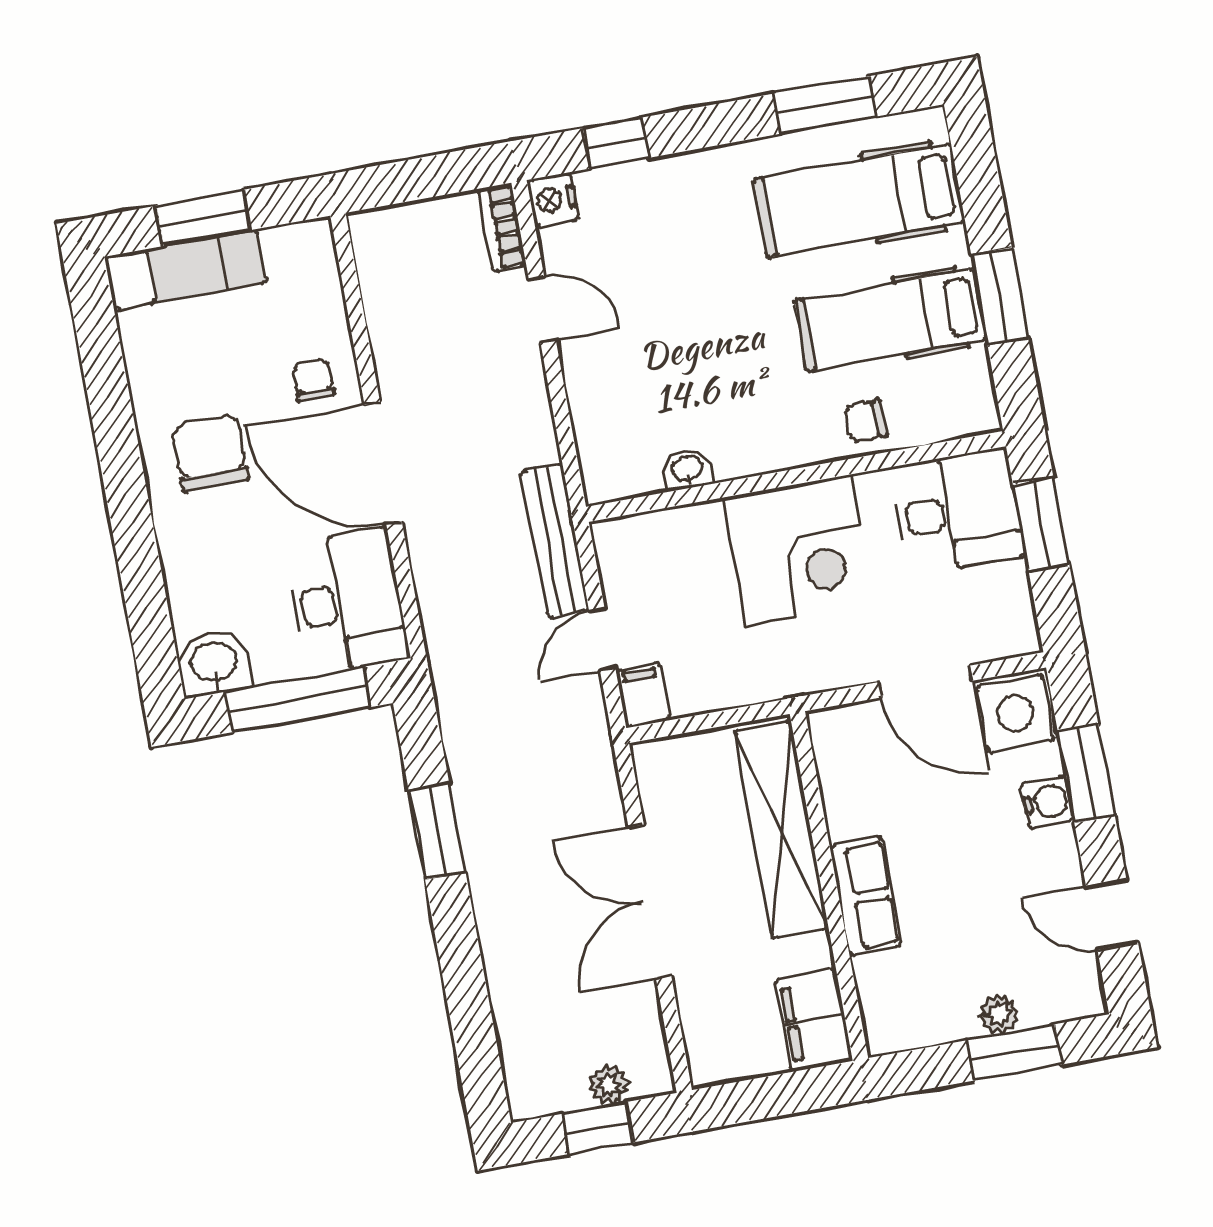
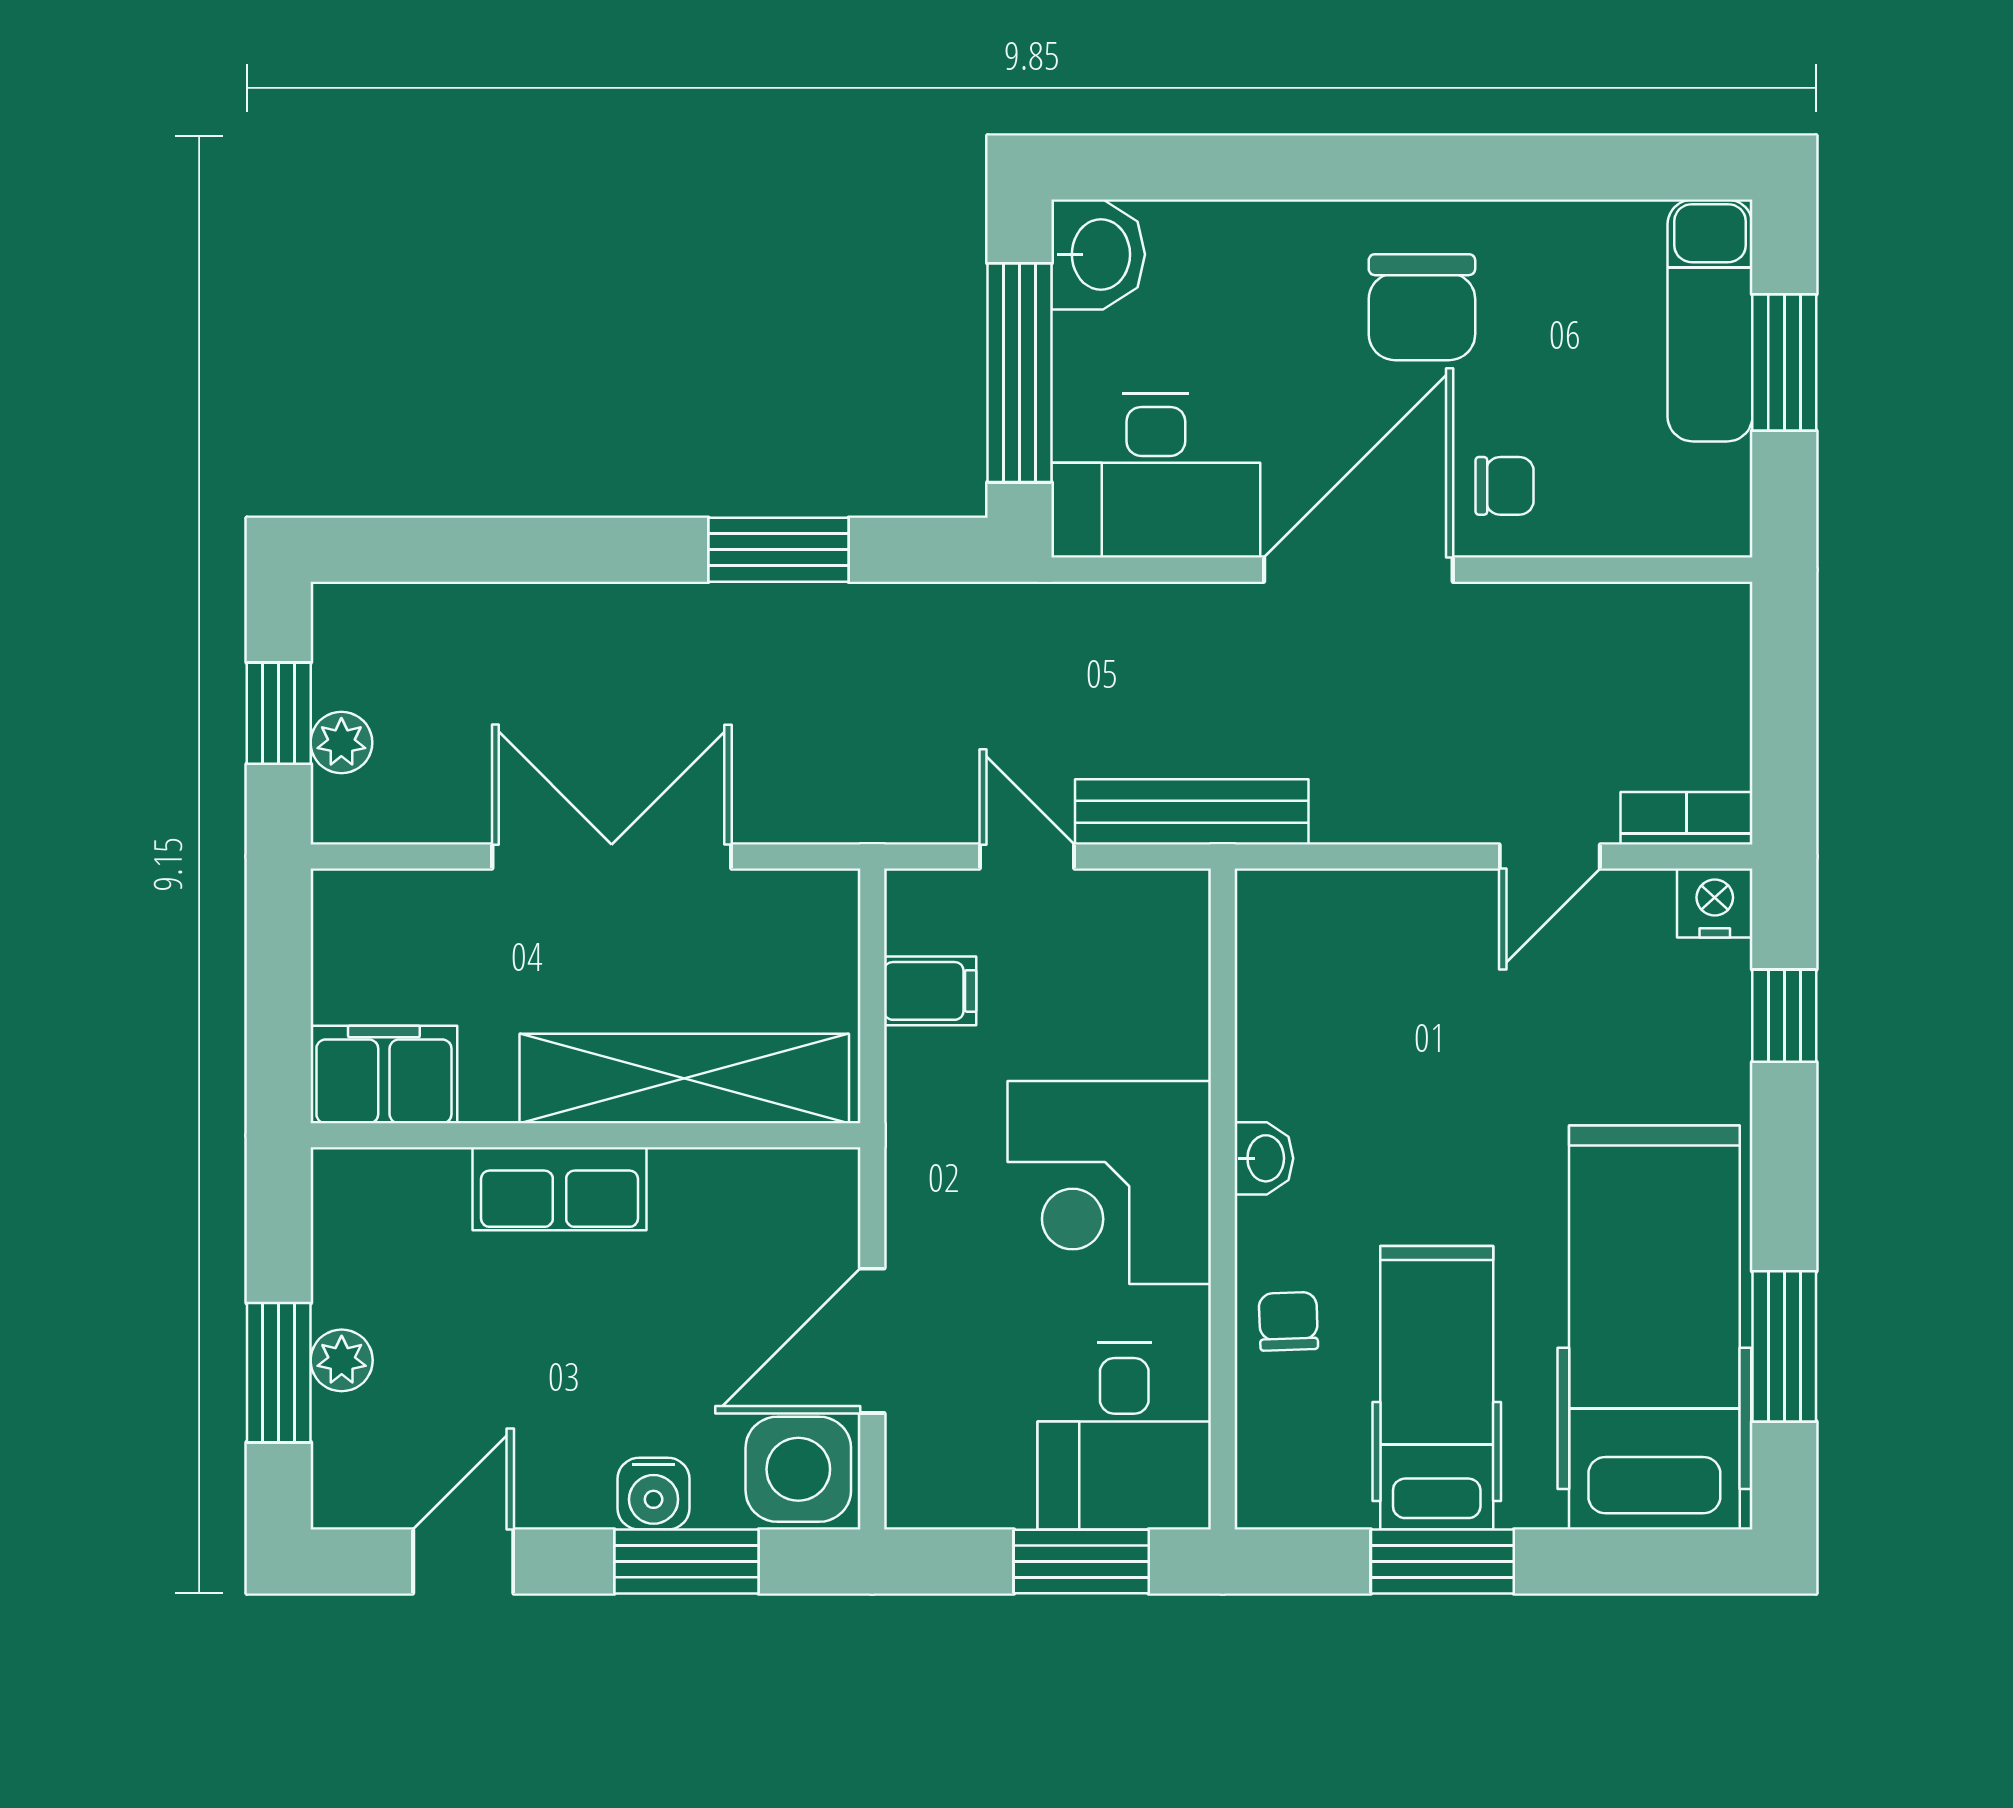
hospital bed: (859, 201) -> (1654, 1327), width x1.37, depth x1.29
chair: (210, 453) -> (1422, 307), turned 90
washbasin: (687, 469) -> (1264, 1158), moved
filing cabinet: (643, 695) -> (930, 991), moved

